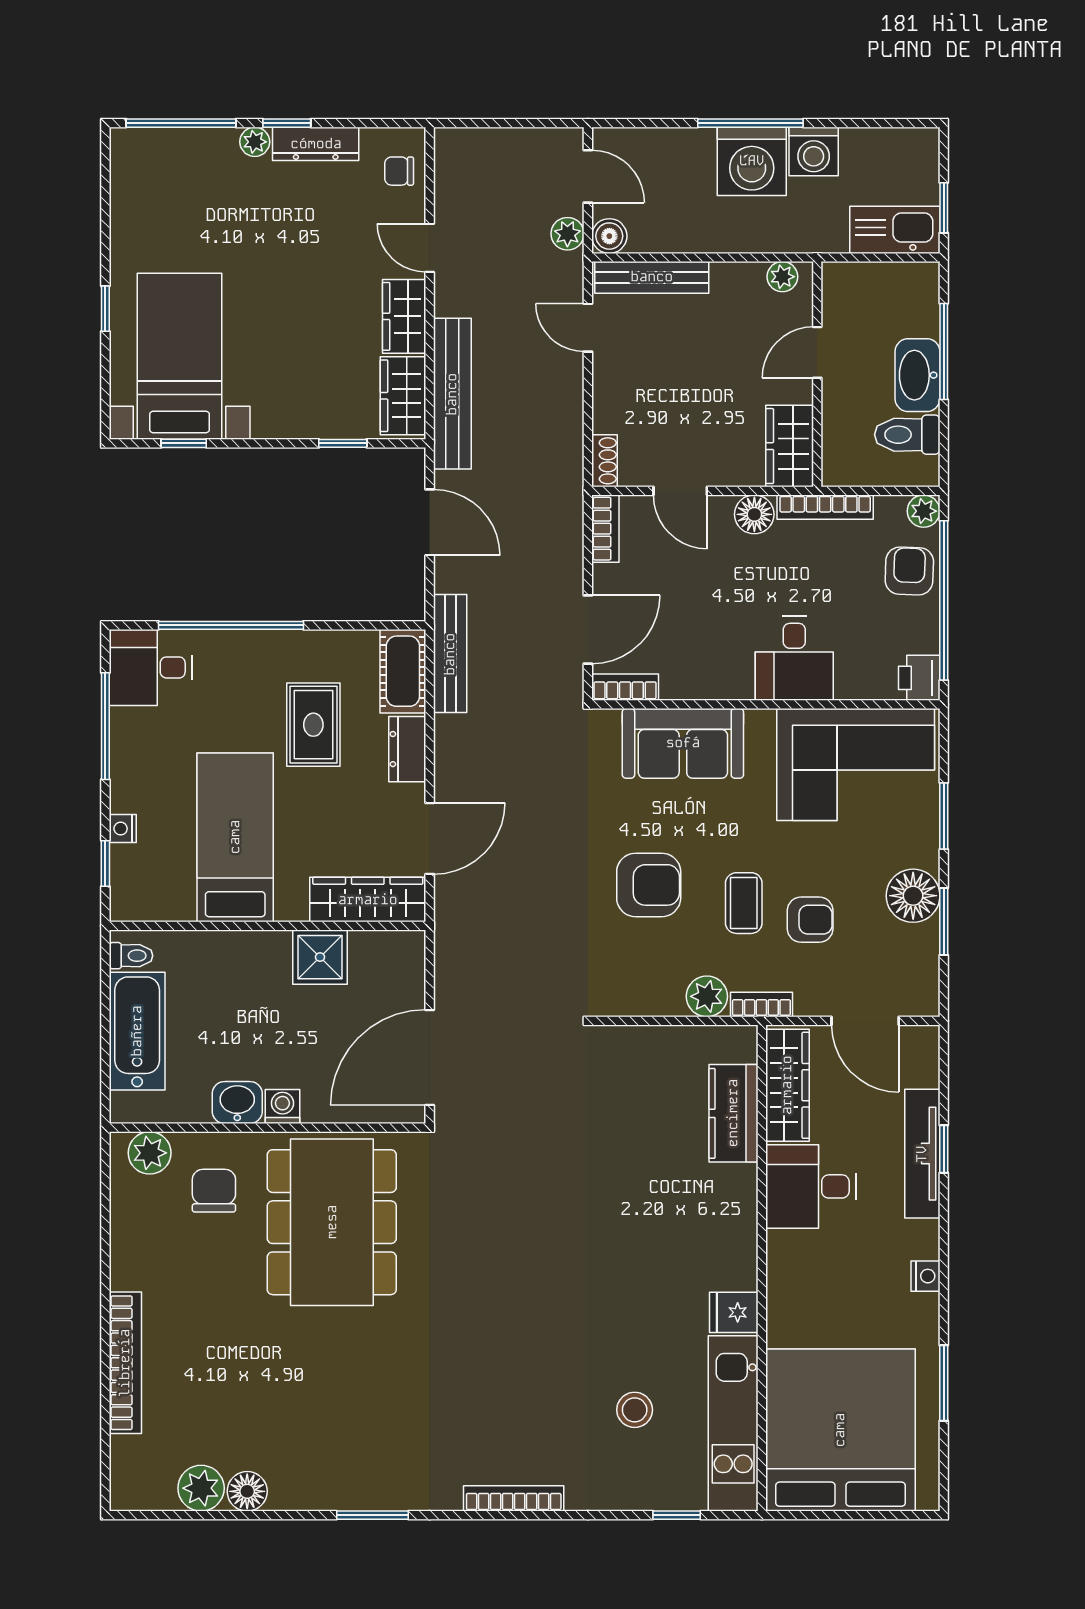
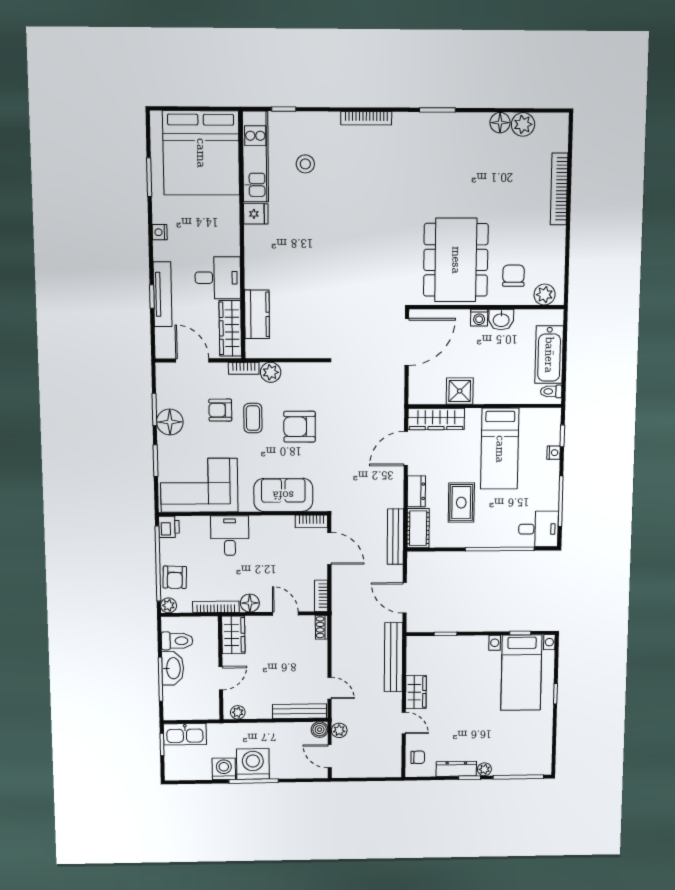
wardrobe: (403, 396) -> (417, 656), removed
door: (588, 630) -> (329, 548), swing flipped
chair: (214, 1191) -> (513, 276), turned 180

